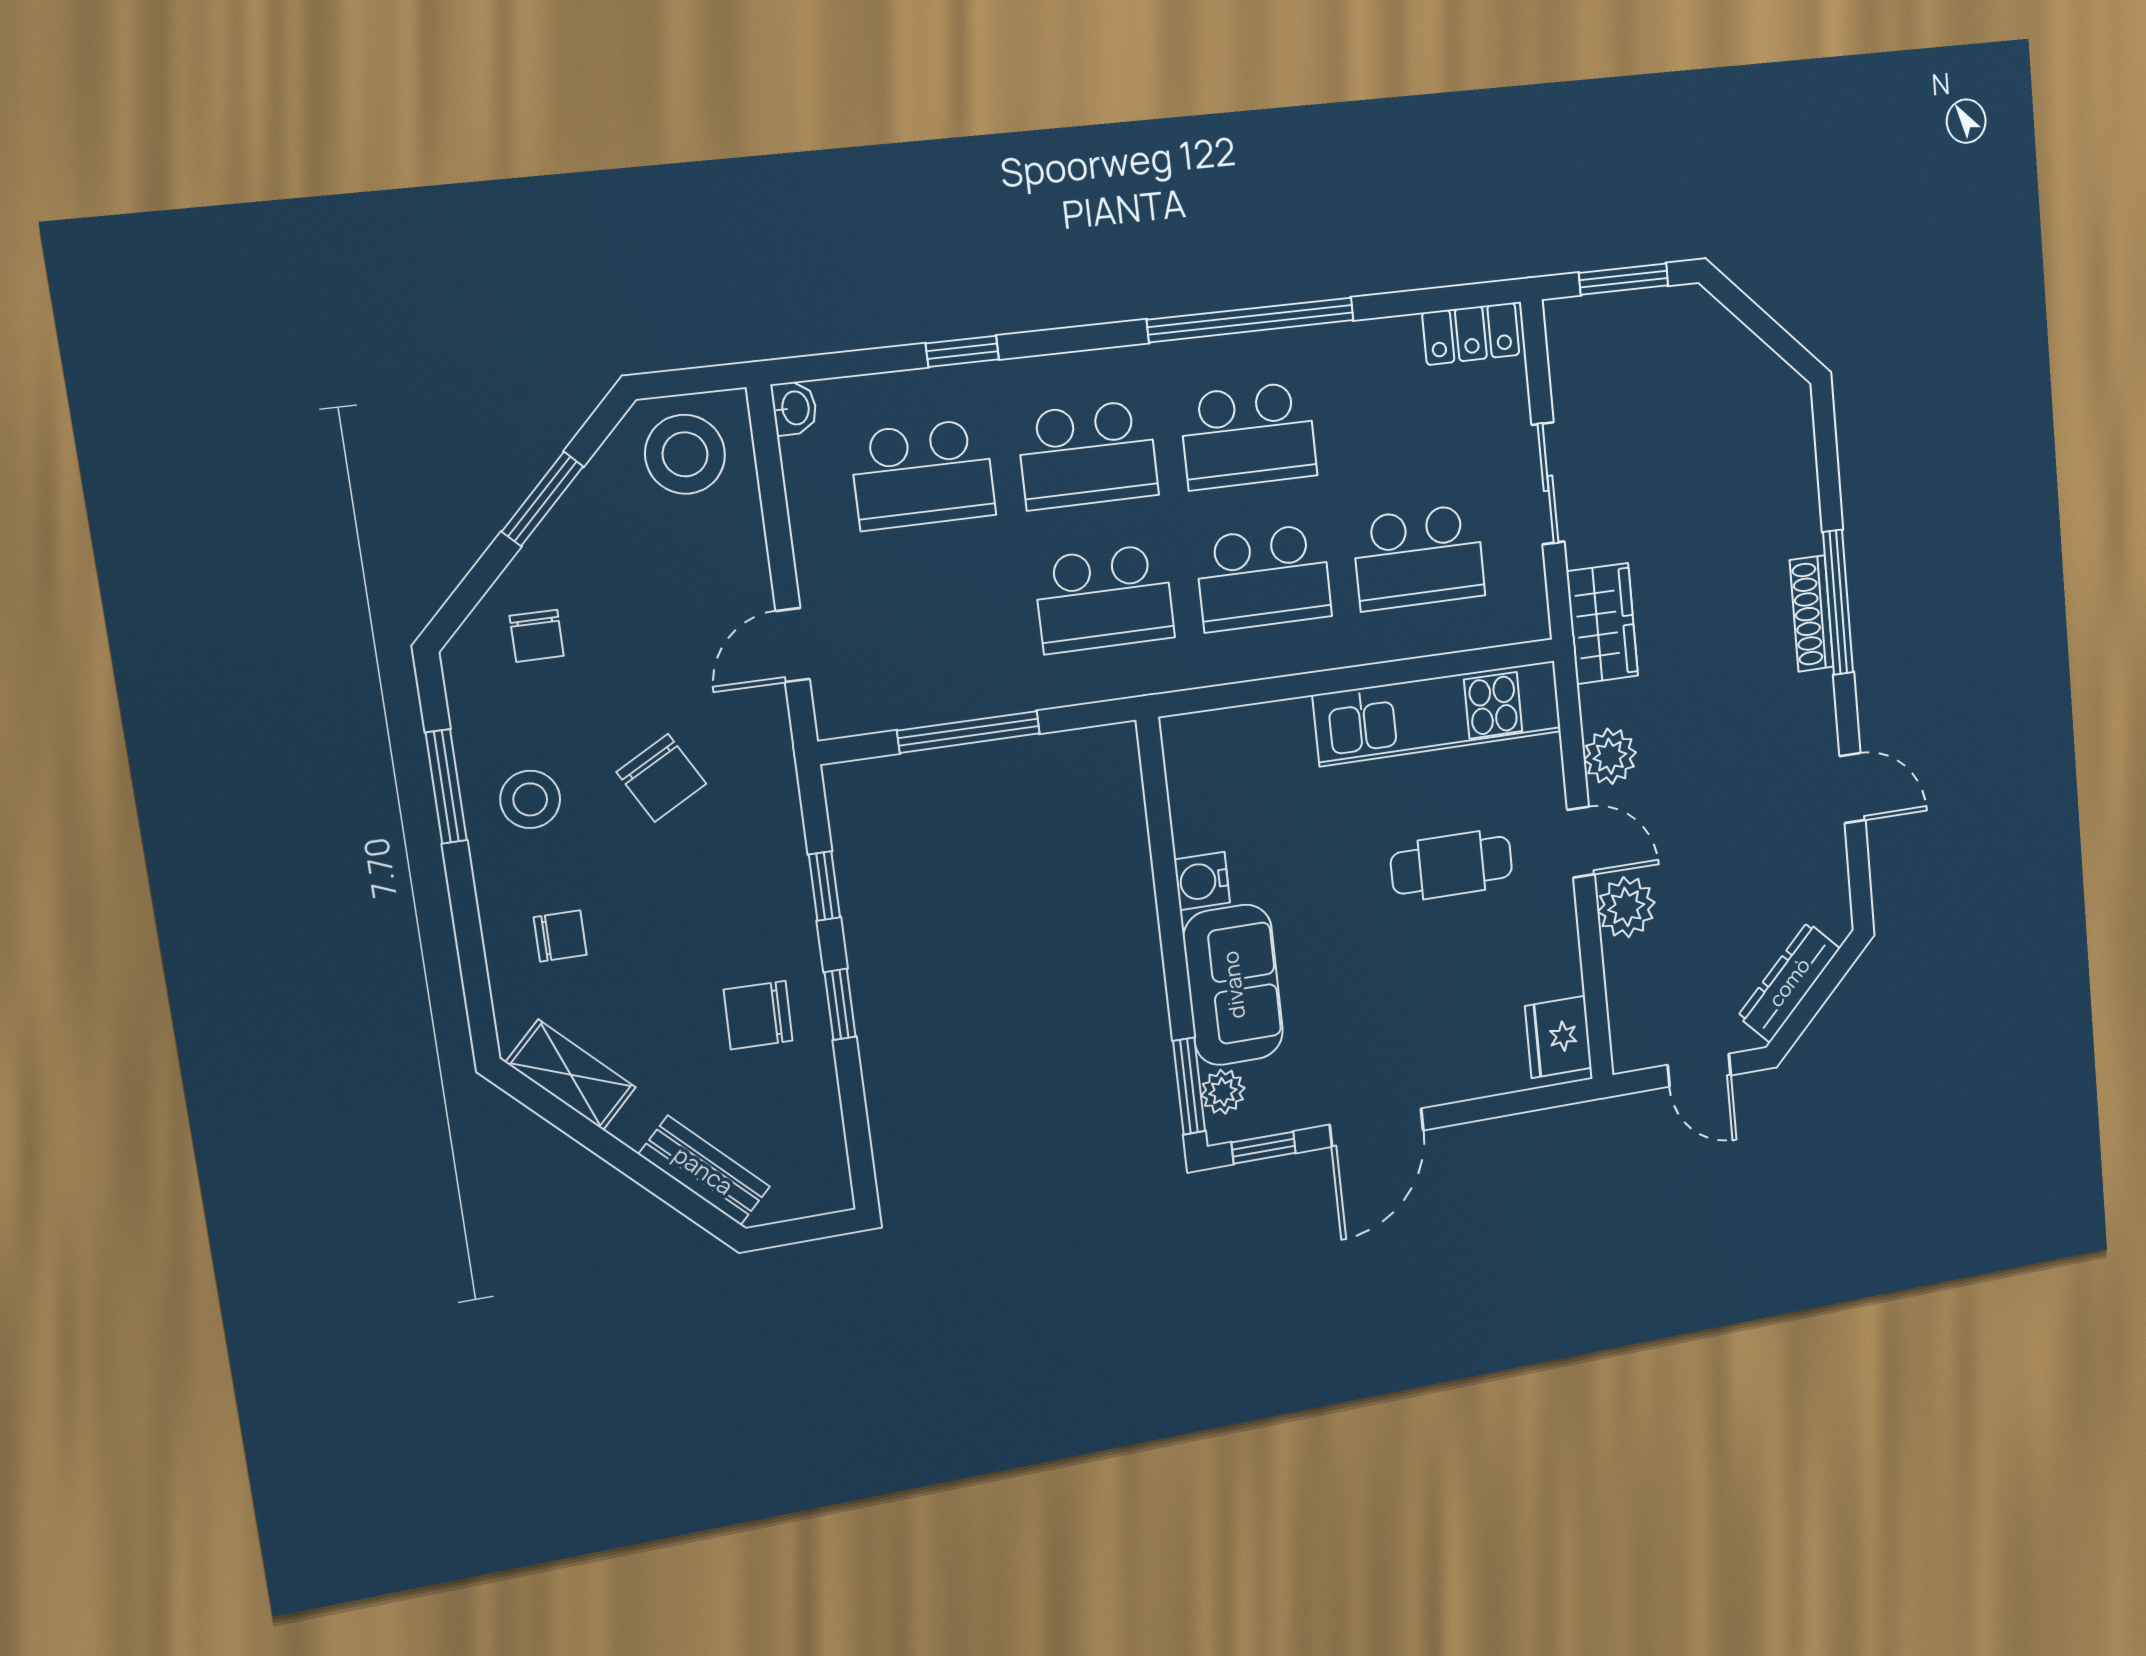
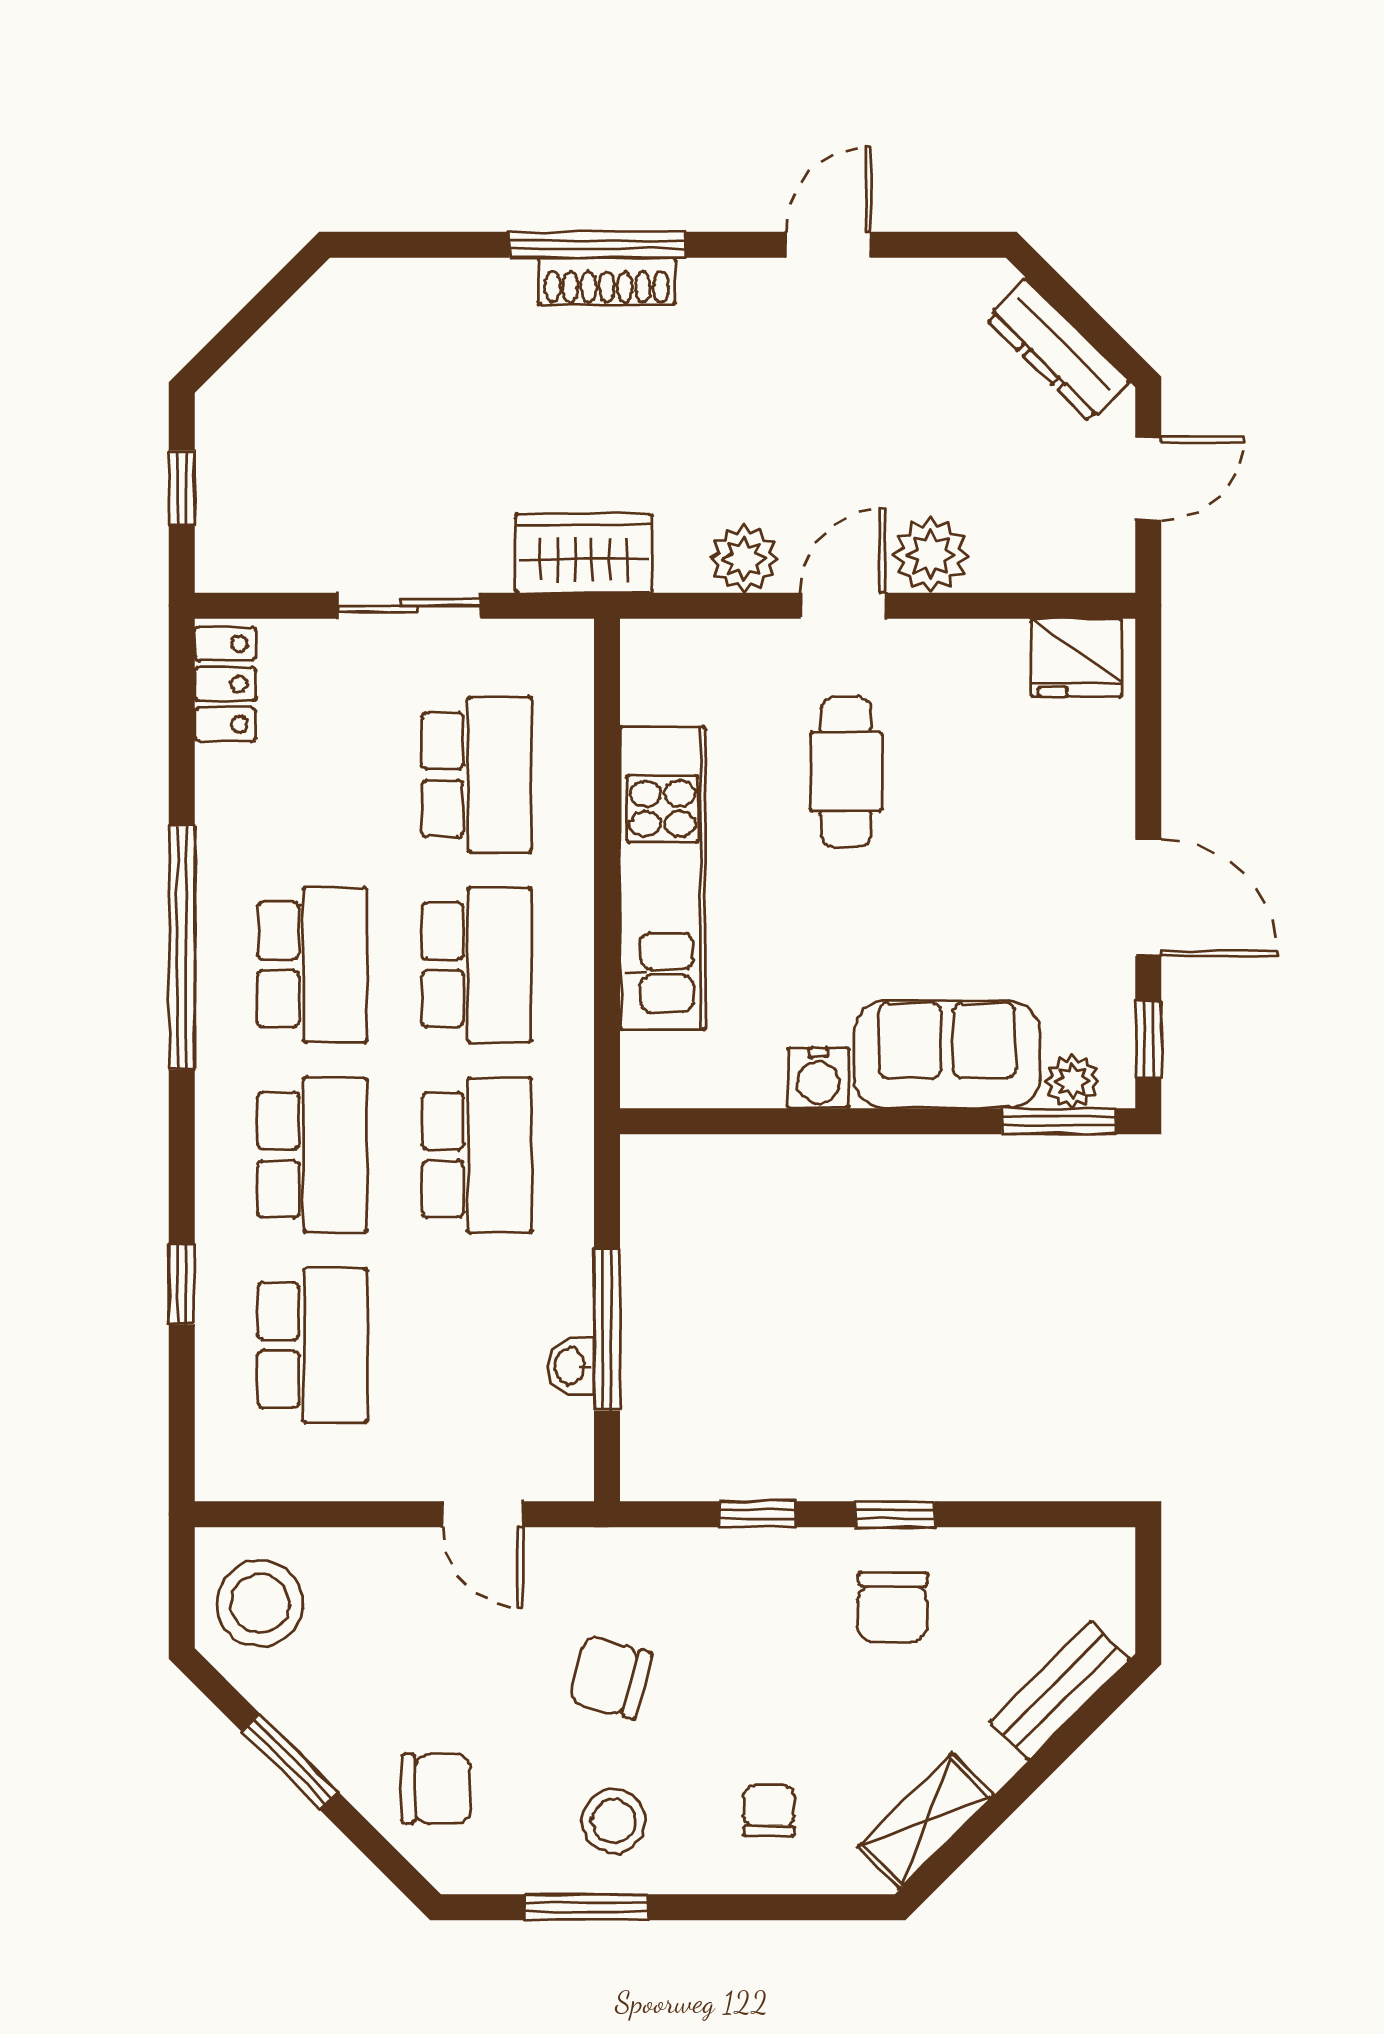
window: (1624, 279) -> (182, 488), width x0.67
washbasin: (794, 408) -> (571, 1366), moved, turned -90
chair: (537, 636) -> (436, 1789), width x1.37, depth x1.37
kitchen unit: (1438, 713) -> (663, 878), moved
chair: (661, 778) -> (610, 1677), turned -136

